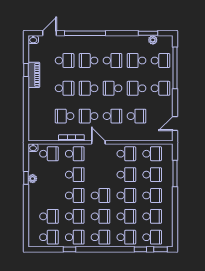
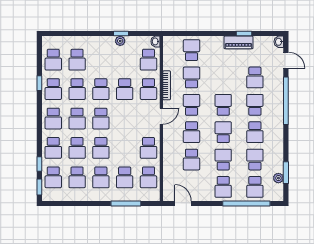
school desk: (65, 88) -> (191, 50), moved, turned 180
school desk: (126, 175) -> (125, 148), removed

